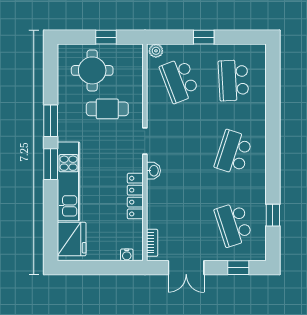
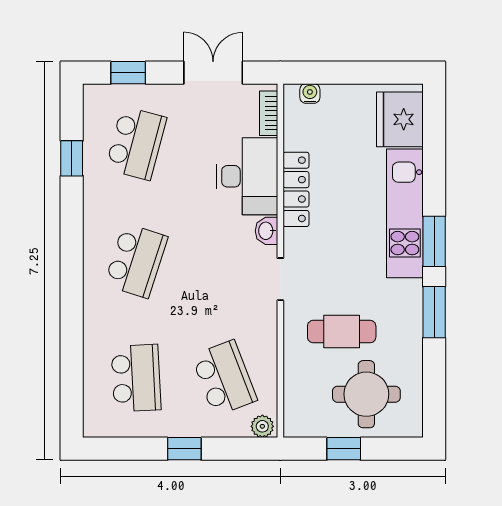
desk: (165, 204) -> (247, 176), added
school desk: (233, 224) -> (136, 143), turned 33

